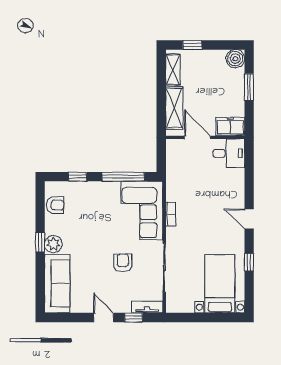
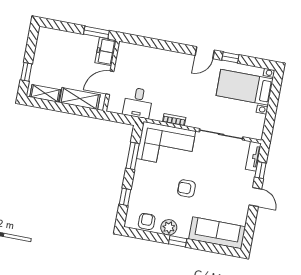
boiler: (235, 59) -> (46, 36), removed
window: (249, 87) -> (96, 32), moved
desk: (229, 153) -> (138, 103), moved, turned 180
window: (123, 177) -> (133, 156), width x0.69
door: (249, 219) -> (205, 53), moved
plant: (53, 244) -> (169, 227), moved
armchair: (123, 263) -> (186, 188), moved
door: (104, 318) -> (255, 197), swing flipped

